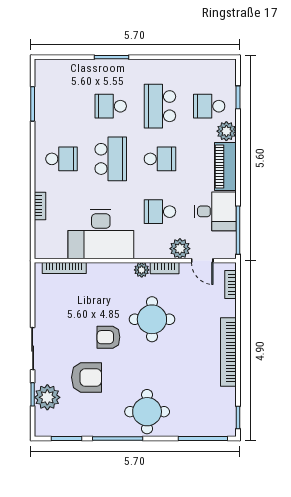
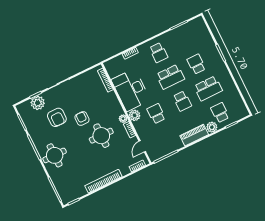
school desk: (160, 106) -> (208, 88), turned 180
desk: (215, 211) -> (170, 141), removed
plant: (180, 249) -> (134, 115), moved

